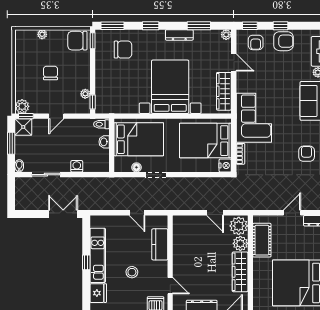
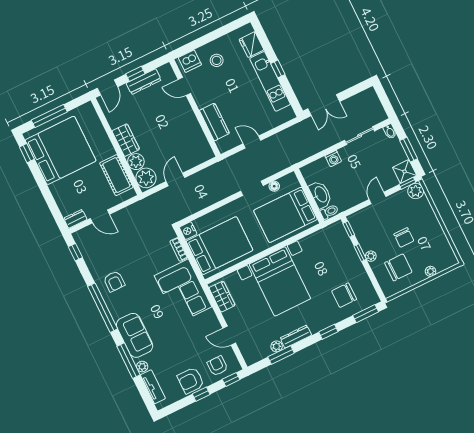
plant: (226, 35) -> (277, 346), moved
chair: (77, 41) -> (398, 267), moved
window: (93, 41) -> (360, 253), moved
wardrobe: (224, 91) -> (222, 297), width x0.67
plant: (85, 94) -> (371, 256), moved
washbasin: (104, 142) -> (320, 195), width x1.91, depth x1.45
door: (215, 213) -> (175, 179), hinge flipped
door: (292, 213) -> (100, 216), hinge flipped
stool: (132, 272) -> (217, 60), moved
wardrobe: (240, 272) -> (126, 140), width x0.67

